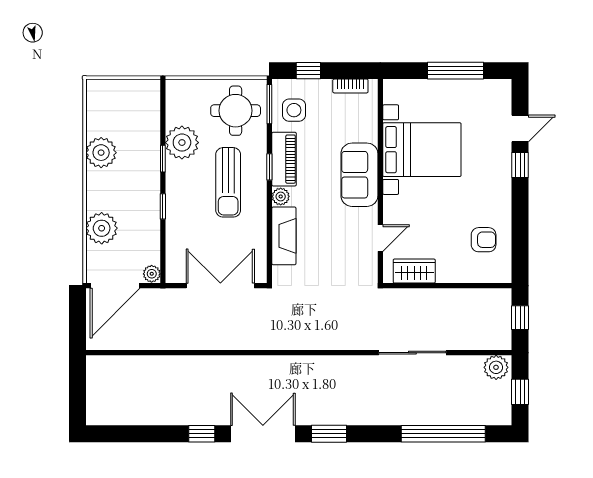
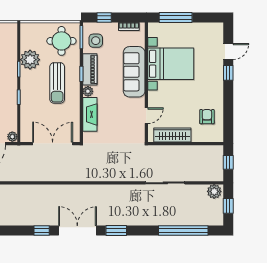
window: (456, 71) -> (176, 17), moved
sofa: (359, 175) -> (134, 72), width x1.36
armchair: (484, 240) -> (207, 117), turned -90
wardrobe: (414, 271) -> (172, 135), width x1.50

